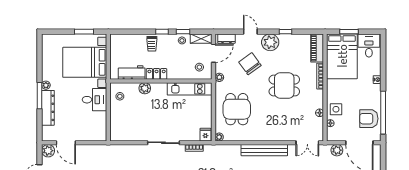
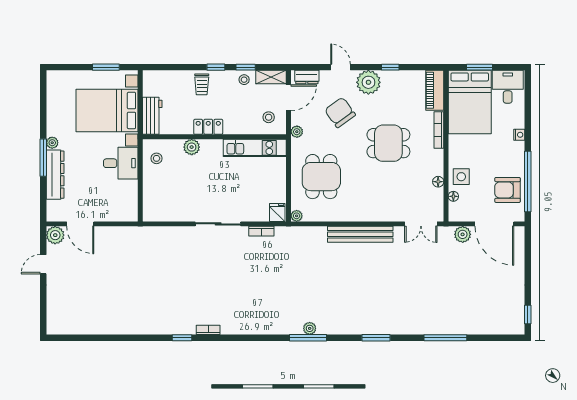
workbench: (132, 72) -> (152, 116), moved, turned 90

